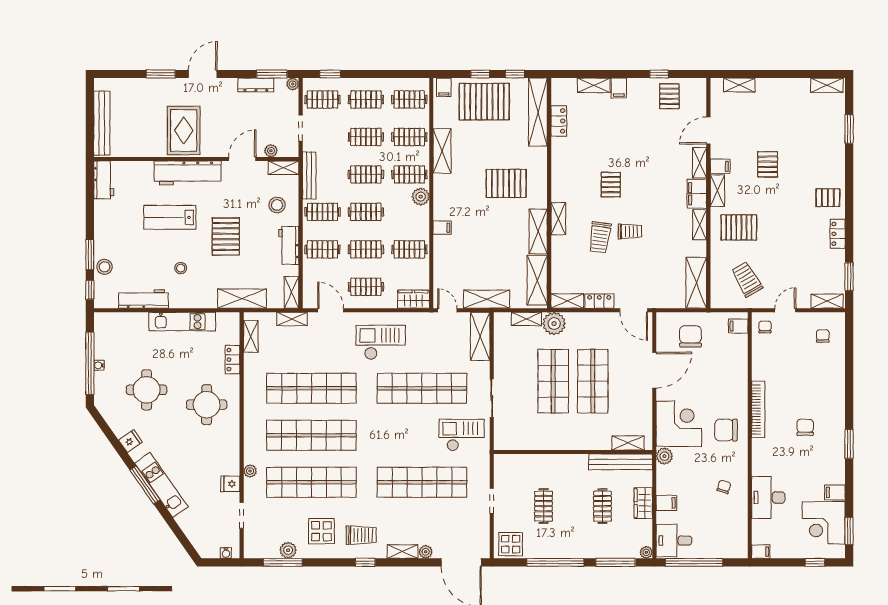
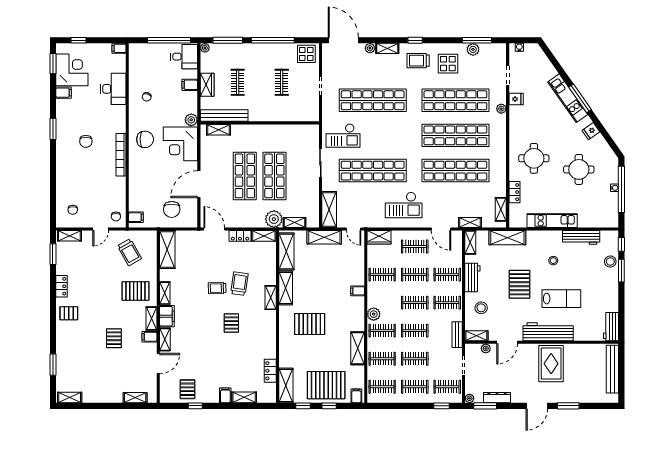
shelving: (538, 112) -> (286, 386), width x0.68
bench: (309, 175) -> (457, 335), width x0.73

